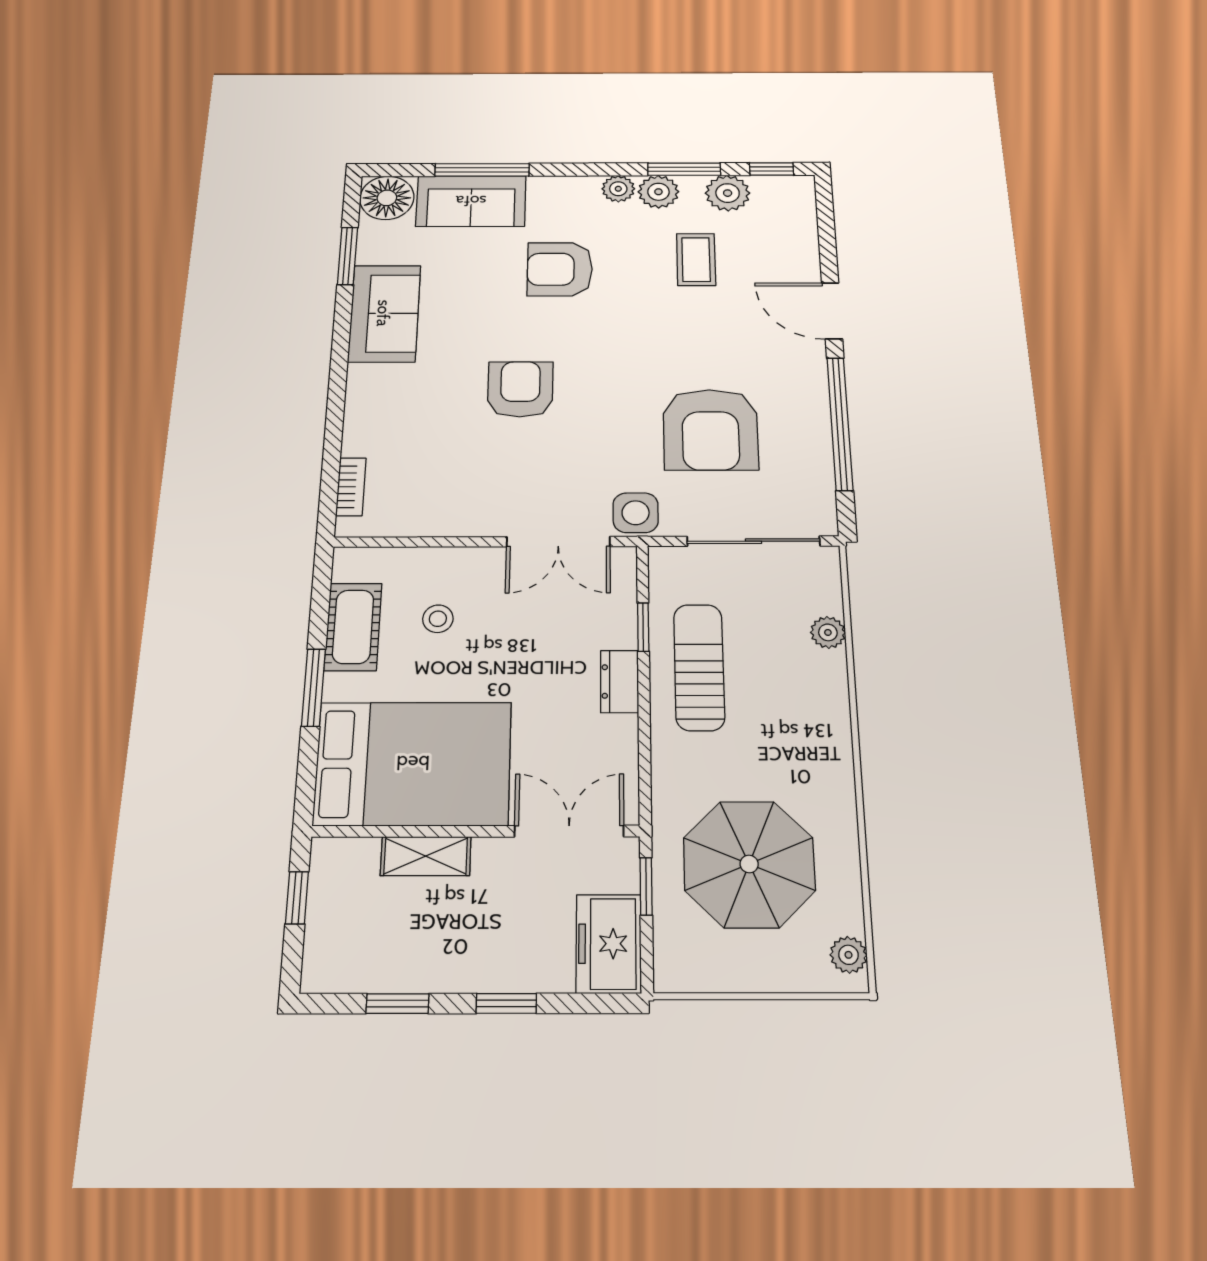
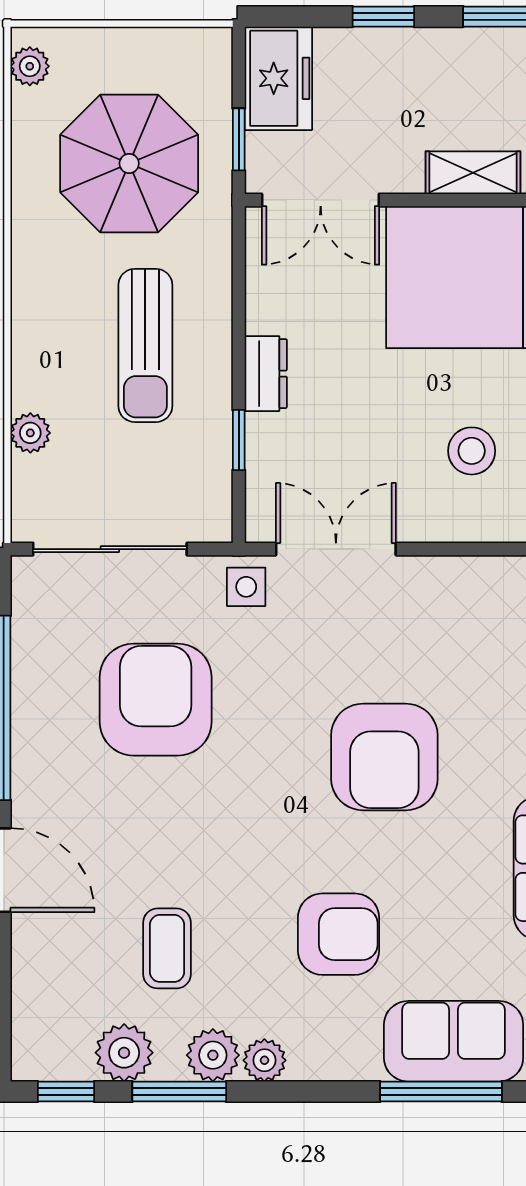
armchair: (520, 389) -> (384, 757), width x1.36, depth x1.36
side table: (636, 513) -> (246, 587), width x0.73, depth x0.73
stool: (438, 619) -> (472, 451), width x1.37, depth x1.37
sun lounger: (699, 667) -> (145, 345), moved

